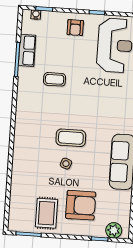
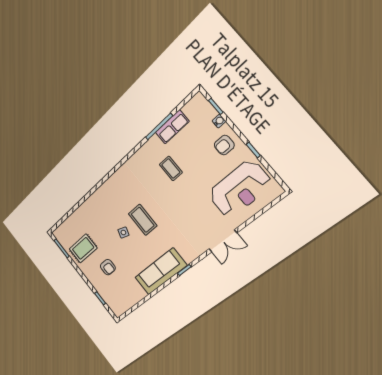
water cooler: (36, 15) -> (219, 121), moved
armchair: (81, 205) -> (108, 267), width x0.53, depth x0.53
plant: (114, 230) -> (113, 303), removed

